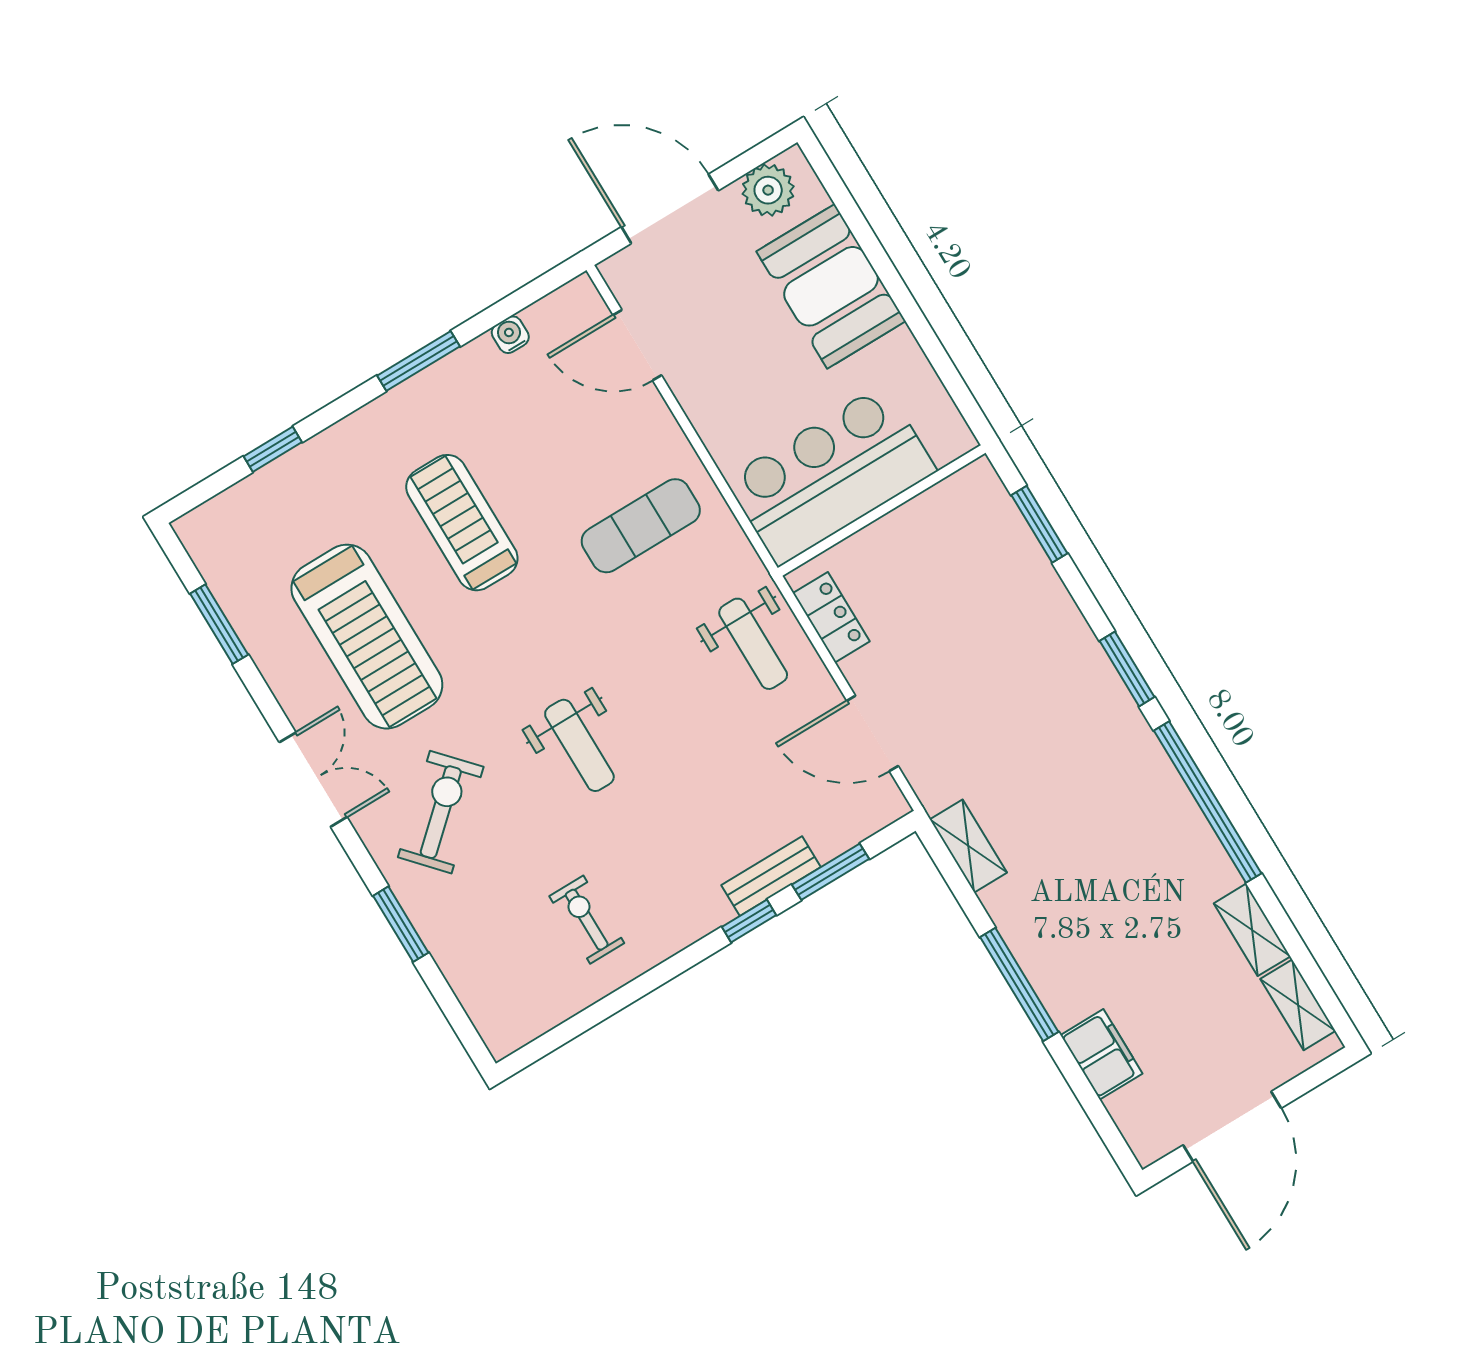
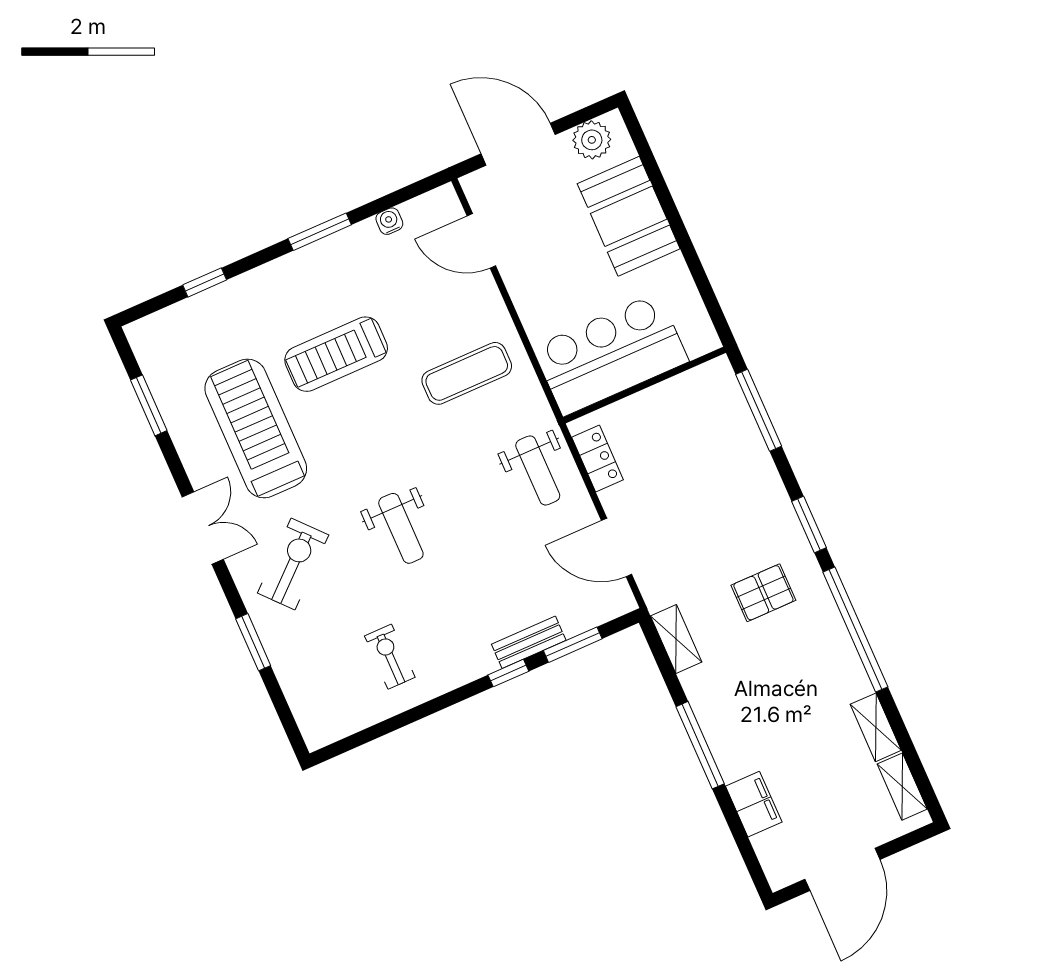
treadmill: (462, 523) -> (336, 354), turned -90
window: (1039, 524) -> (759, 410), width x1.44
treadmill: (367, 637) -> (256, 428), turned 180
pallet: (1078, 769) -> (763, 593), added

